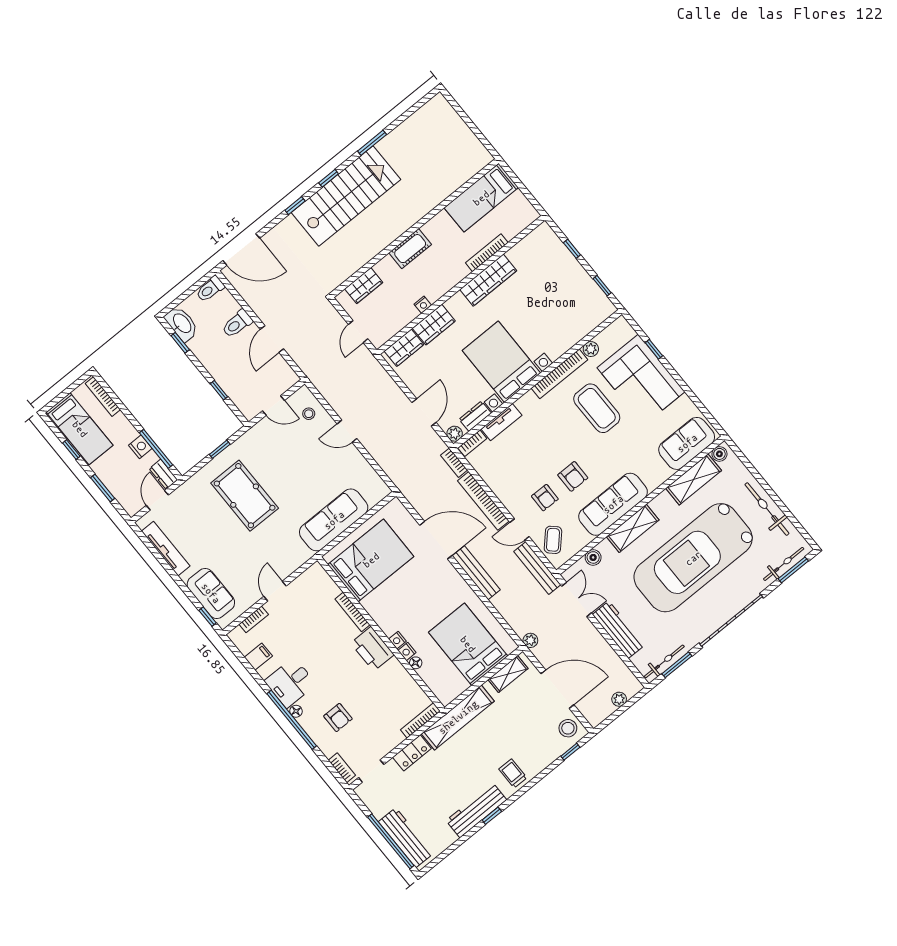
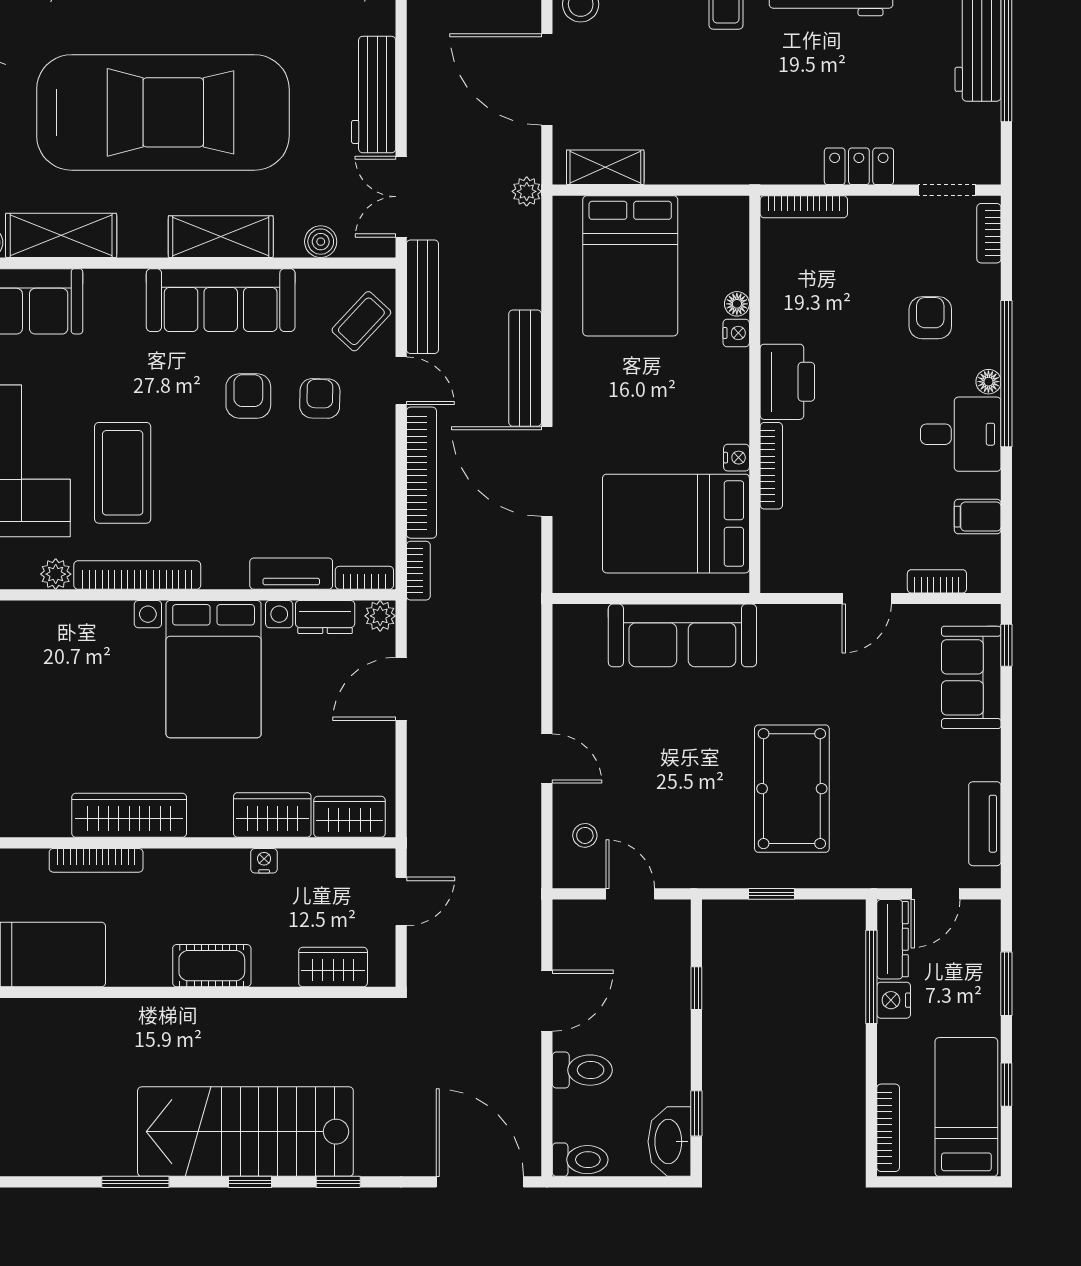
dresser: (163, 474) -> (893, 939), width x1.44
tv unit: (166, 549) -> (985, 824), width x0.71
nightstand: (397, 640) -> (737, 458), moved
shelving: (458, 717) -> (741, 163), removed

